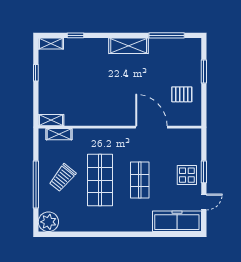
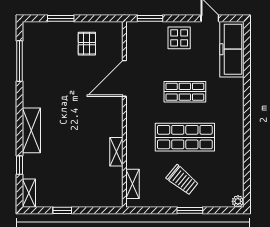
shelving: (129, 46) -> (31, 130), moved
shelving: (51, 120) -> (116, 152), moved
window: (204, 172) -> (150, 18), moved
window: (36, 184) -> (190, 210), width x0.47
plant: (48, 222) -> (238, 201), width x0.53, depth x0.53

